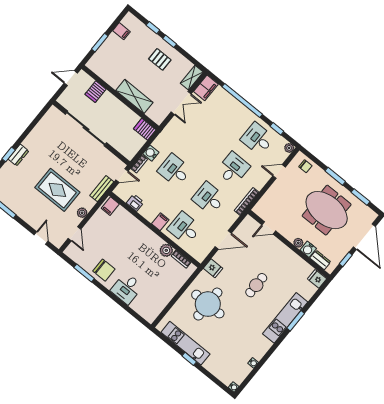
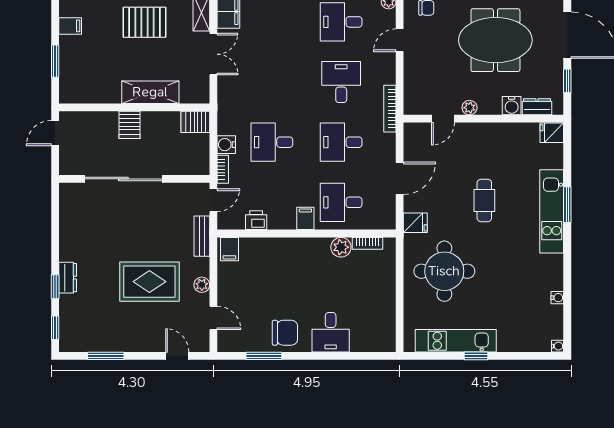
pallet: (160, 59) -> (144, 22), width x1.50, depth x1.42
server rack: (96, 92) -> (130, 125), moved
plant: (298, 243) -> (470, 108), moved

